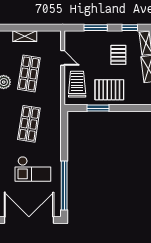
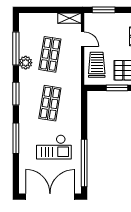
window: (96, 28) -> (104, 10), moved
shelving: (25, 36) -> (70, 18), moved

